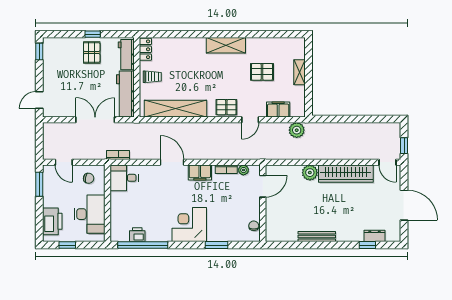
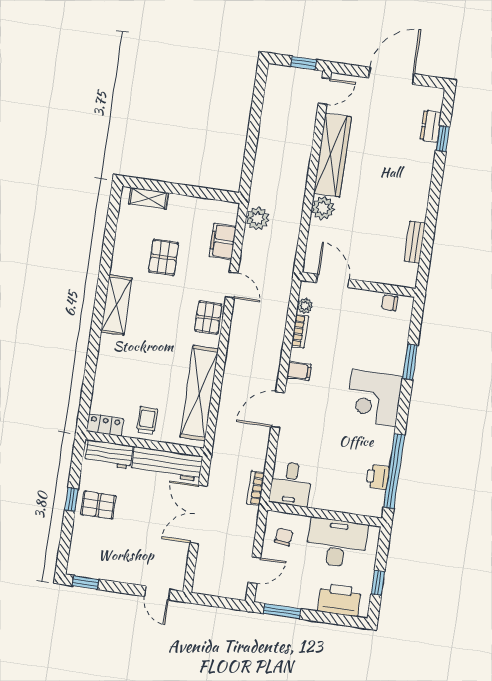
shelving: (300, 72) -> (149, 198), moved
filing cabinet: (200, 172) -> (299, 371), width x0.50
bench: (317, 237) -> (415, 242), moved, width x0.73

